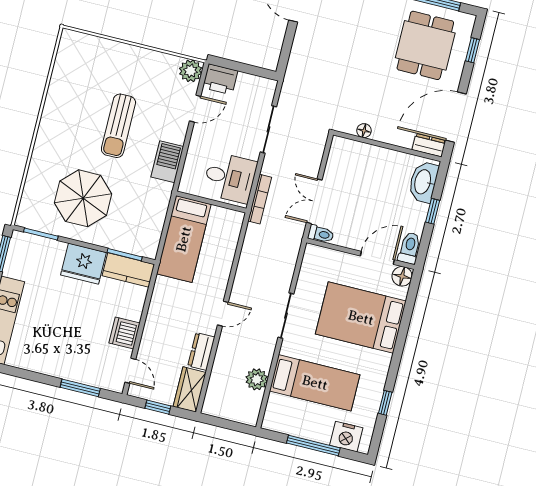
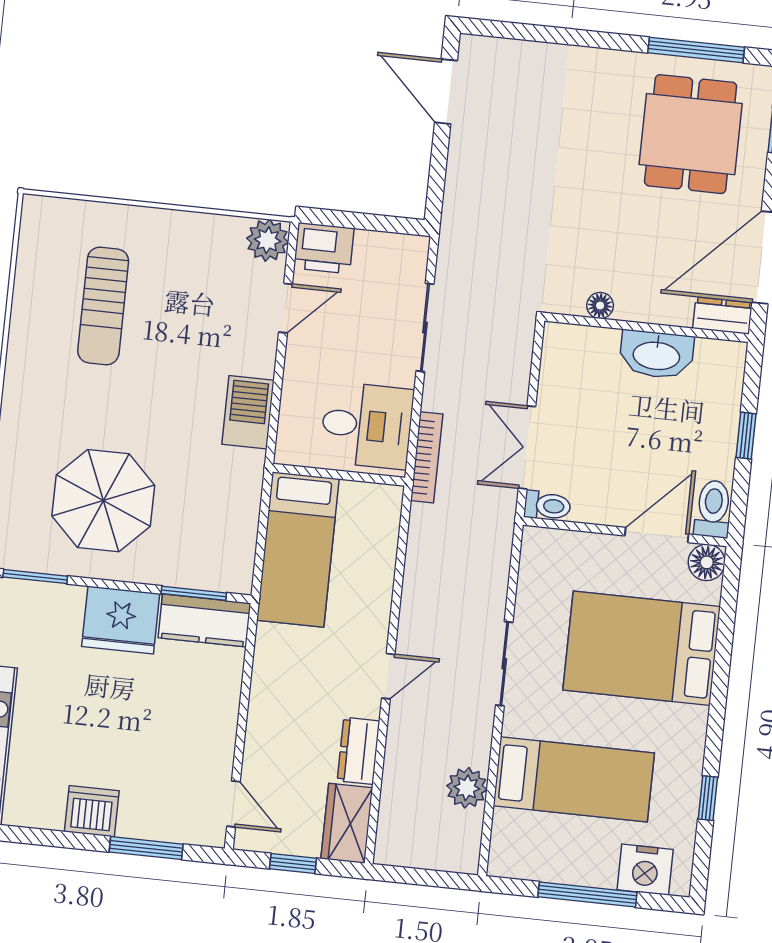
sun lounger: (118, 126) -> (103, 306), moved
washbasin: (423, 182) -> (657, 355), moved, turned -90
dishwasher: (124, 333) -> (92, 811), moved, turned 90

